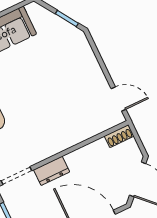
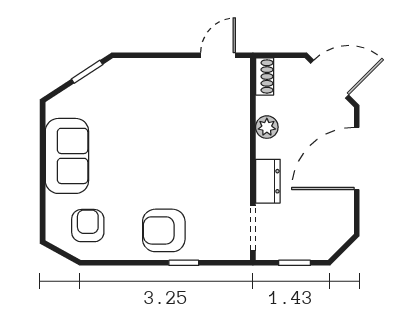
plant: (87, 153) -> (267, 127), added

